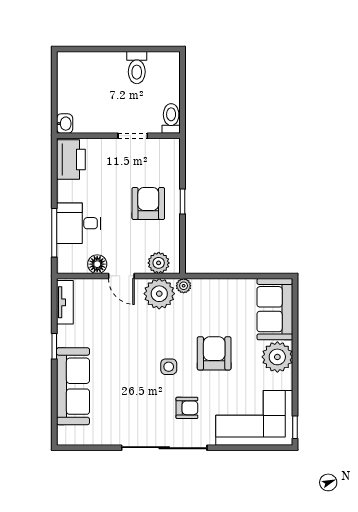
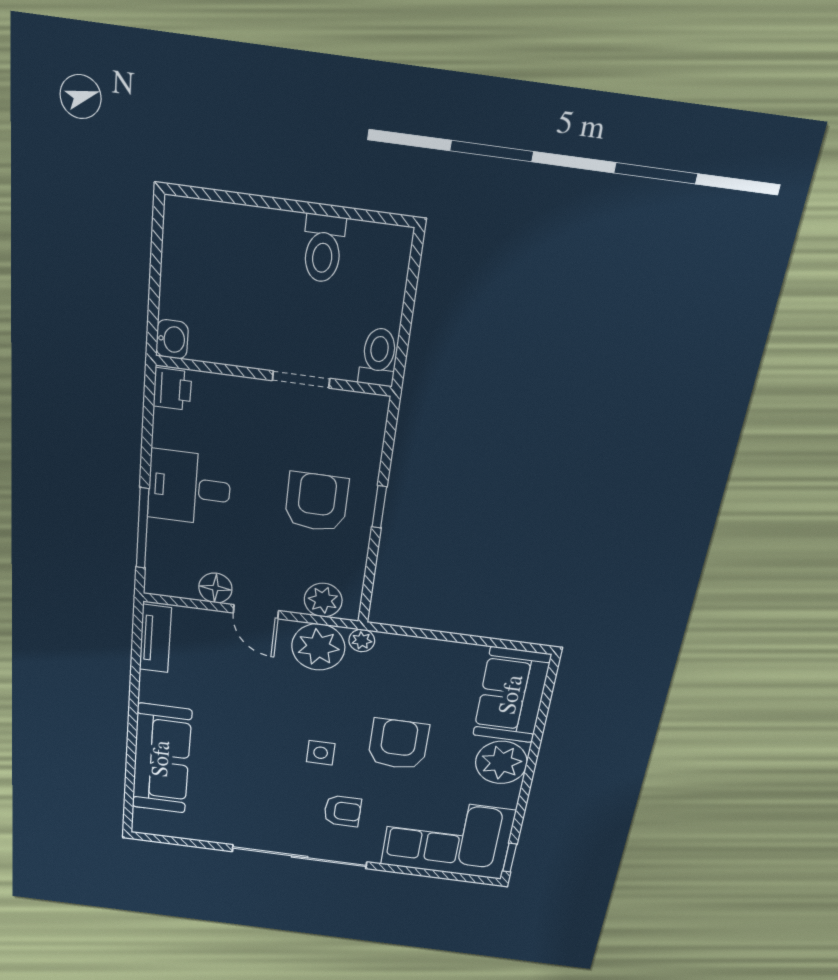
printer: (71, 159) -> (172, 389), width x0.53, depth x0.68
desk: (79, 223) -> (189, 488), moved
window: (54, 346) -> (134, 700), removed

